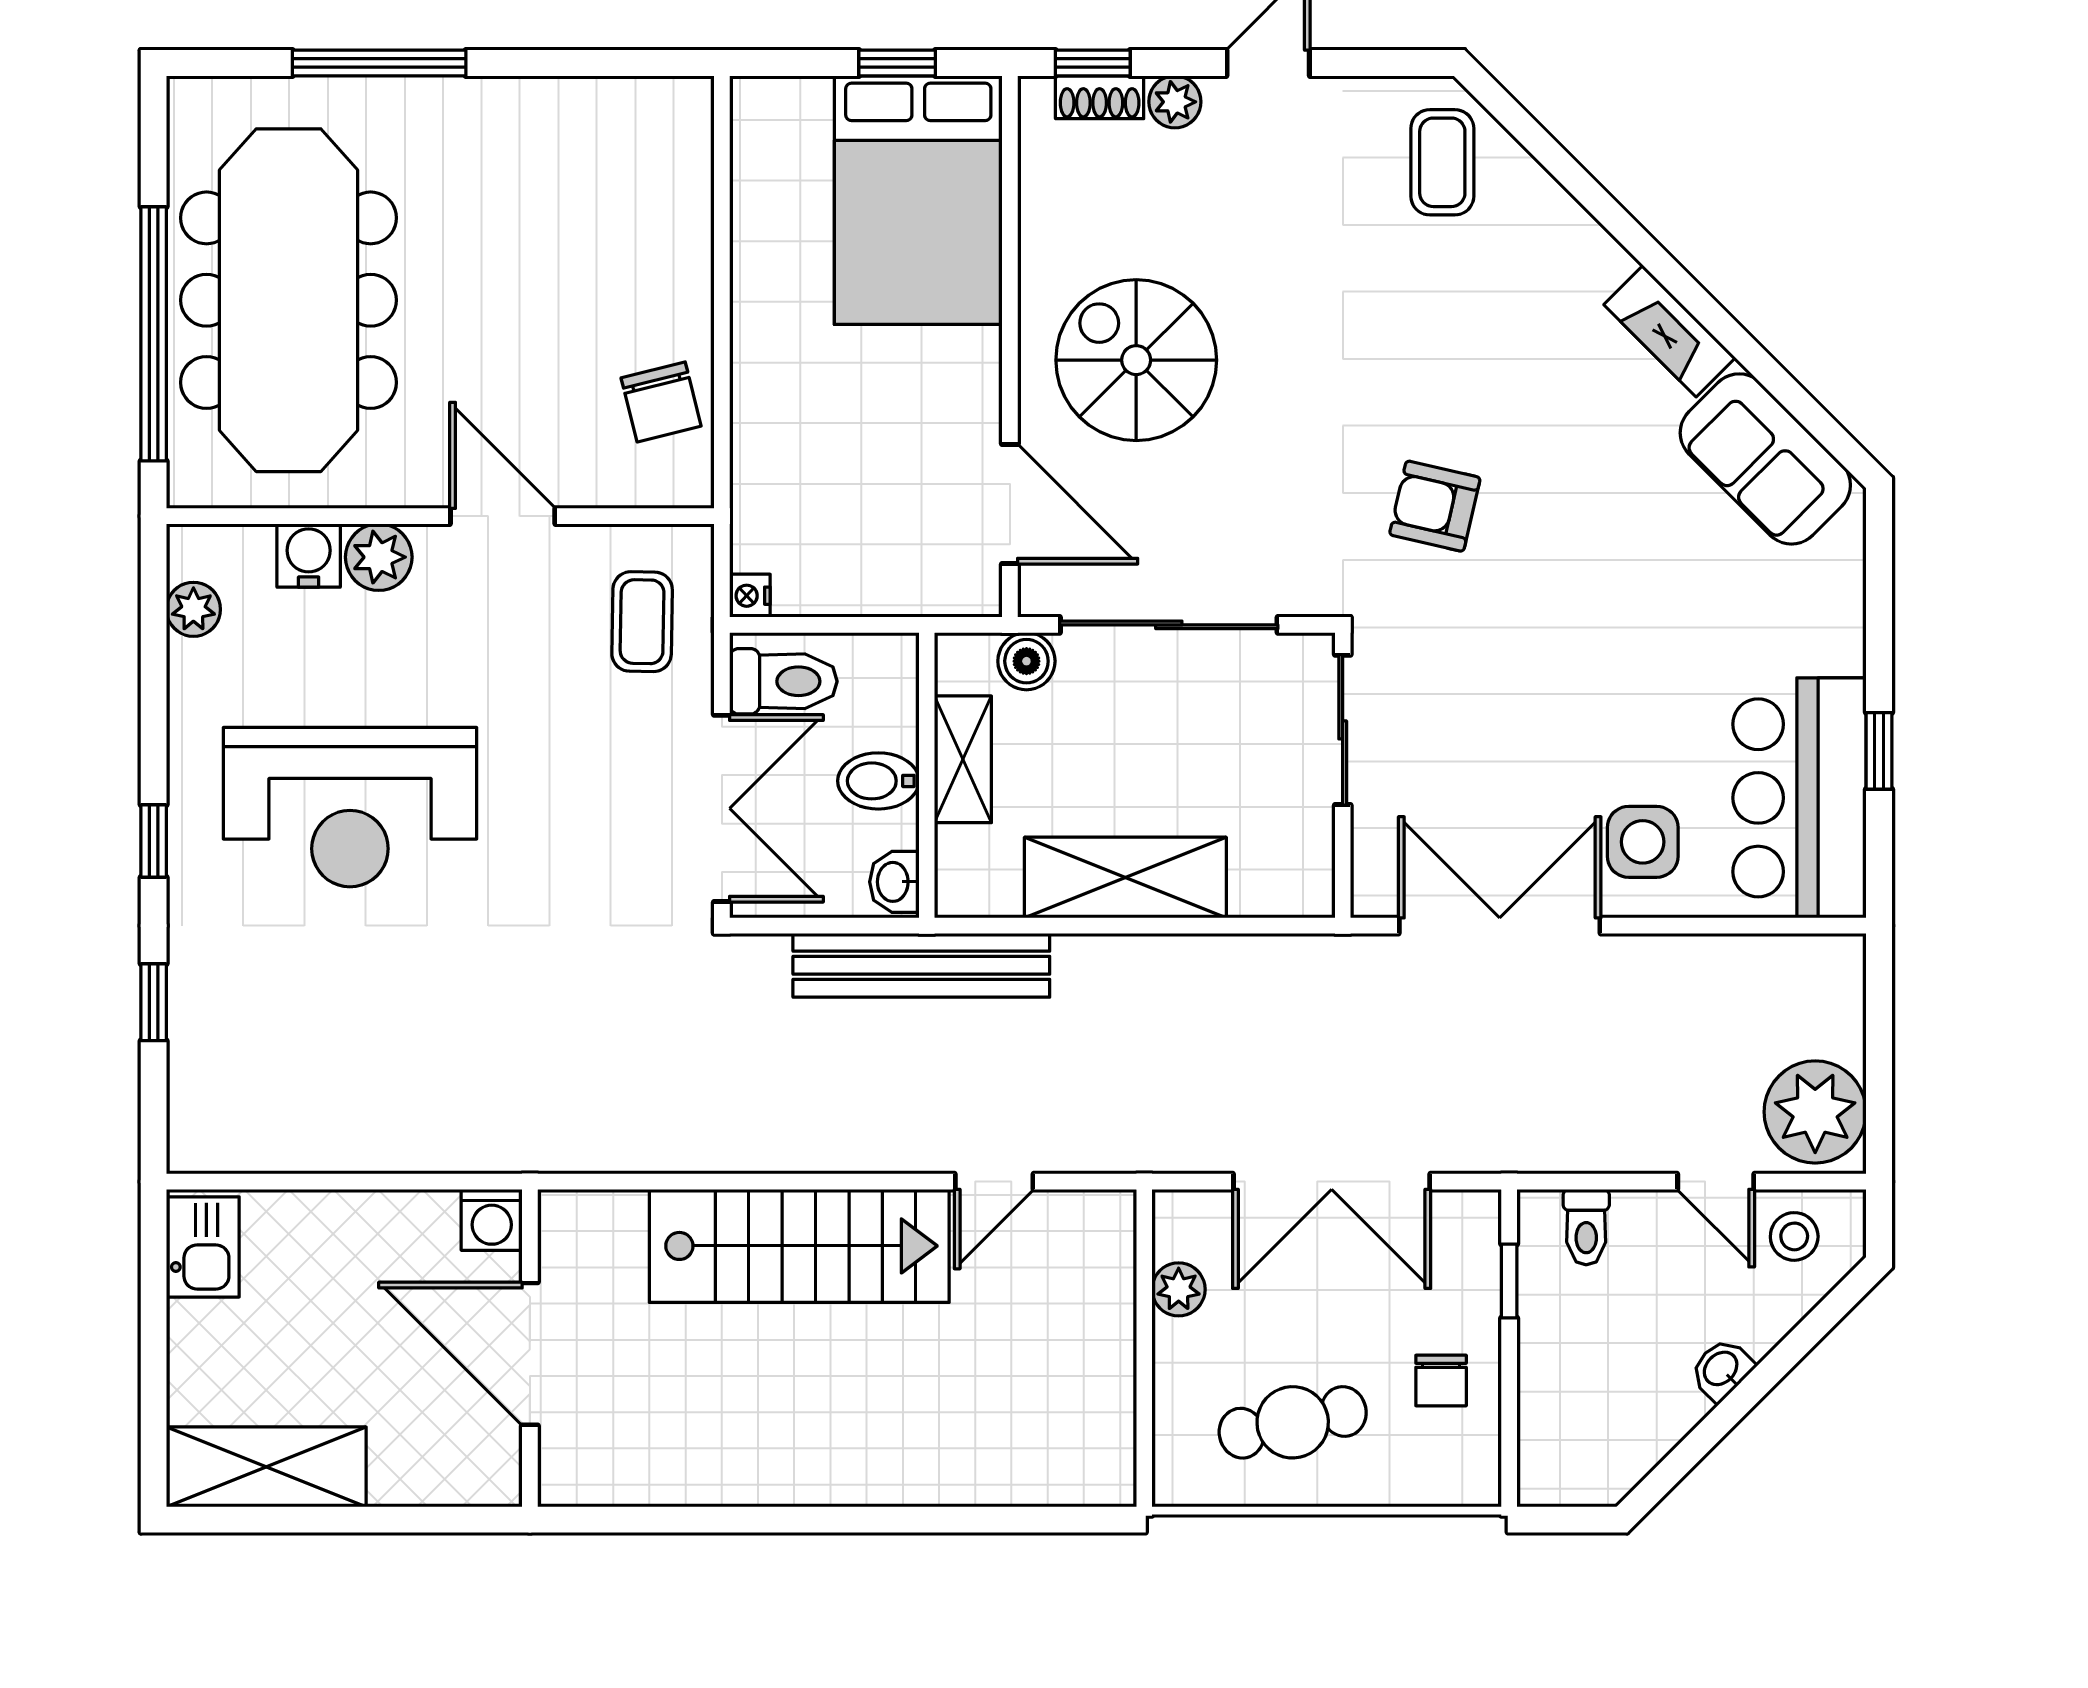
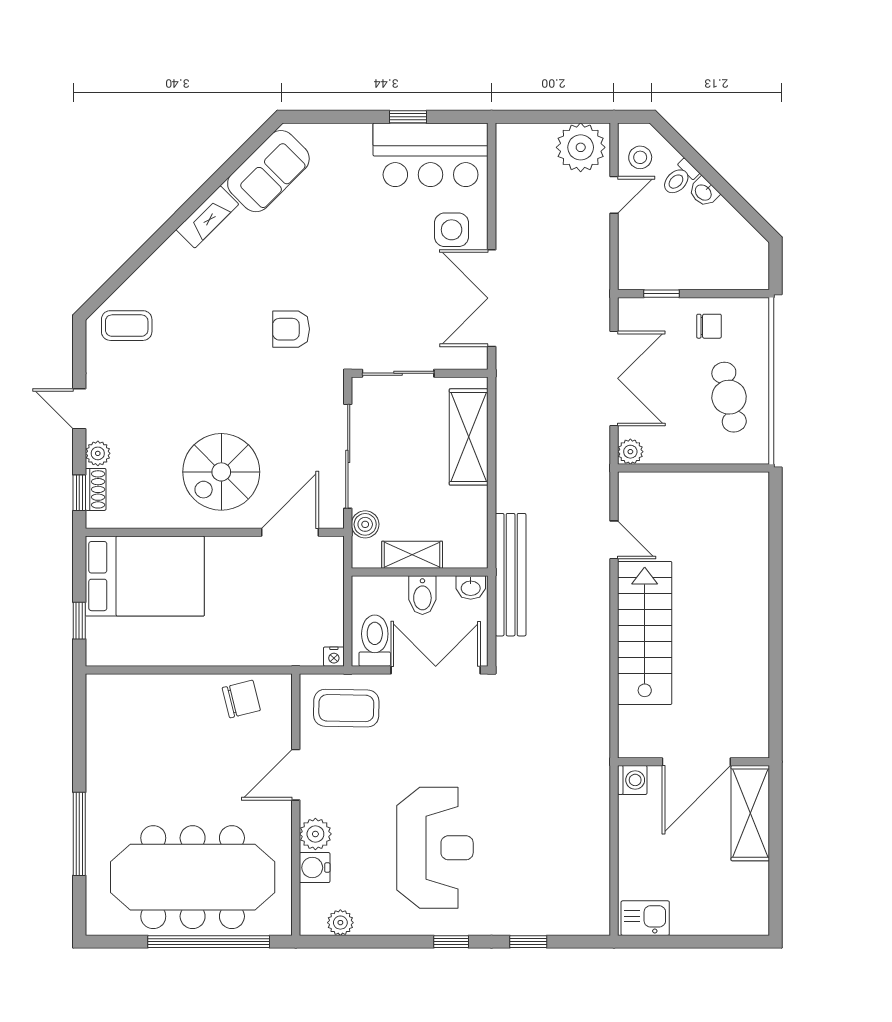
window: (897, 63) -> (79, 621), moved
armchair: (1435, 506) -> (291, 329), turned 77
coffee table: (642, 622) -> (346, 708), width x1.36, depth x1.30
shelving: (1125, 878) -> (469, 437), moved
toilet: (1586, 1227) -> (680, 178), moved, turned 135
plant: (1179, 1289) -> (630, 452), moved
shelving: (266, 1467) -> (750, 813), moved

